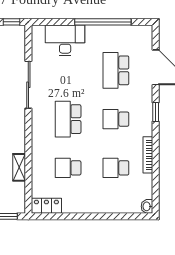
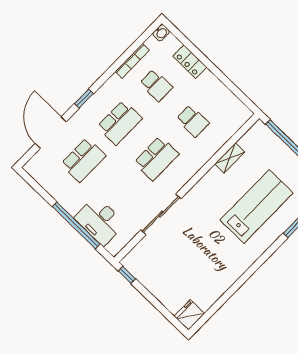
window: (103, 22) -> (76, 225), moved
school desk: (116, 119) -> (120, 123), width x1.85
bookcase: (148, 155) -> (132, 61), moved
locker: (46, 206) -> (190, 62), moved

